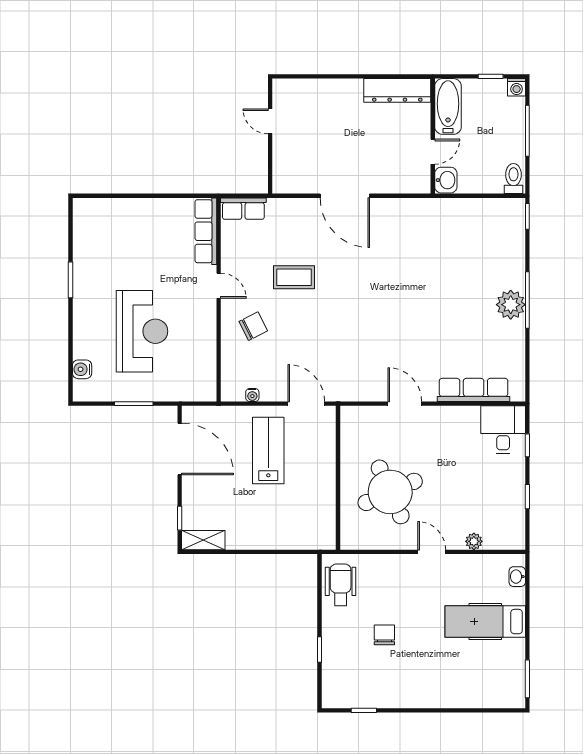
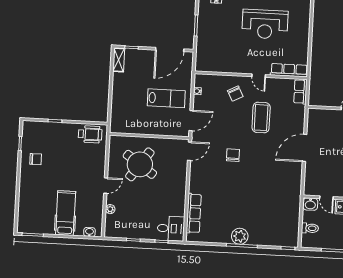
toilet: (513, 179) -> (310, 228), moved
coffee table: (294, 277) -> (261, 118), width x1.36, depth x1.32
door: (219, 286) -> (259, 76), hinge flipped
chair: (365, 325) -> (233, 155), added
reception desk: (142, 331) -> (265, 24), moved
door: (405, 404) -> (189, 151), moved
round table: (390, 492) -> (140, 164), turned -31
chair: (384, 635) -> (36, 159), moved

